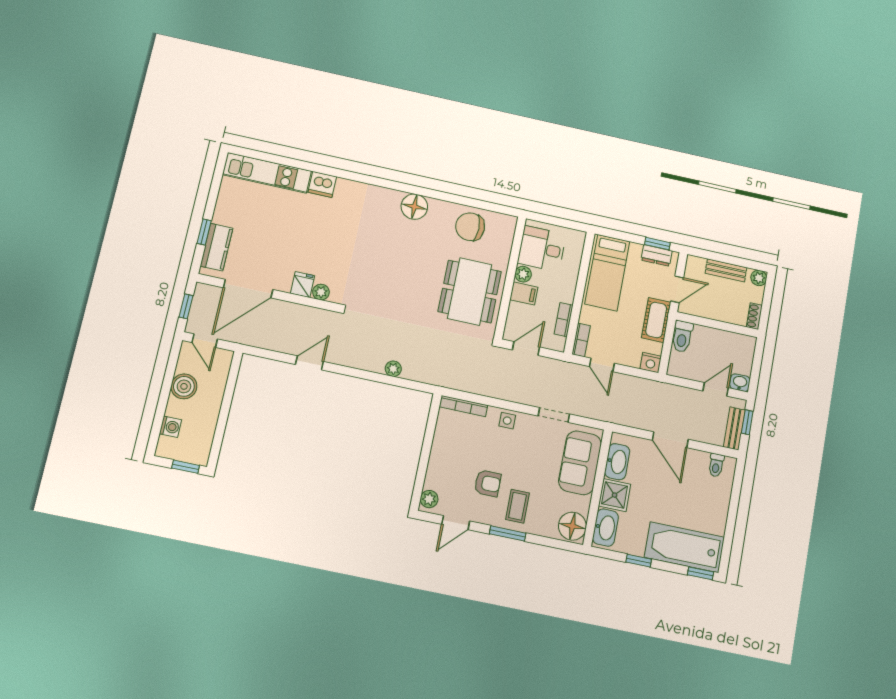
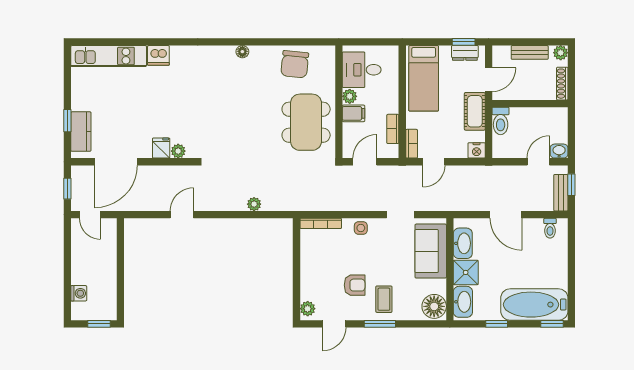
floor lamp: (414, 207) -> (242, 52), width x0.53, depth x0.53
chair: (470, 227) -> (295, 64), turned -84
shoe rack: (754, 316) -> (562, 84), width x1.43
door: (602, 365) -> (434, 162), hinge flipped
boiler: (184, 386) -> (82, 257), removed

